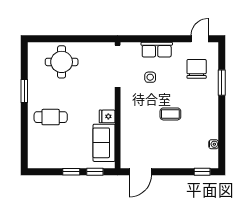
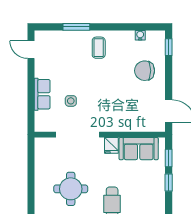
round table: (62, 62) -> (71, 189), moved
doorway: (118, 66) -> (78, 135), moved
chair: (197, 69) -> (145, 71), moved
coffee table: (170, 114) -> (99, 48), moved

